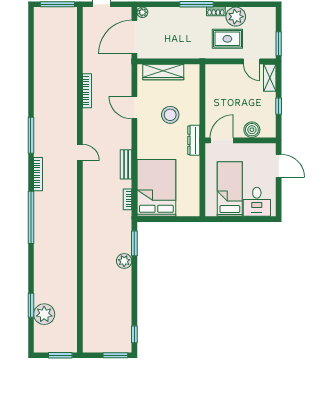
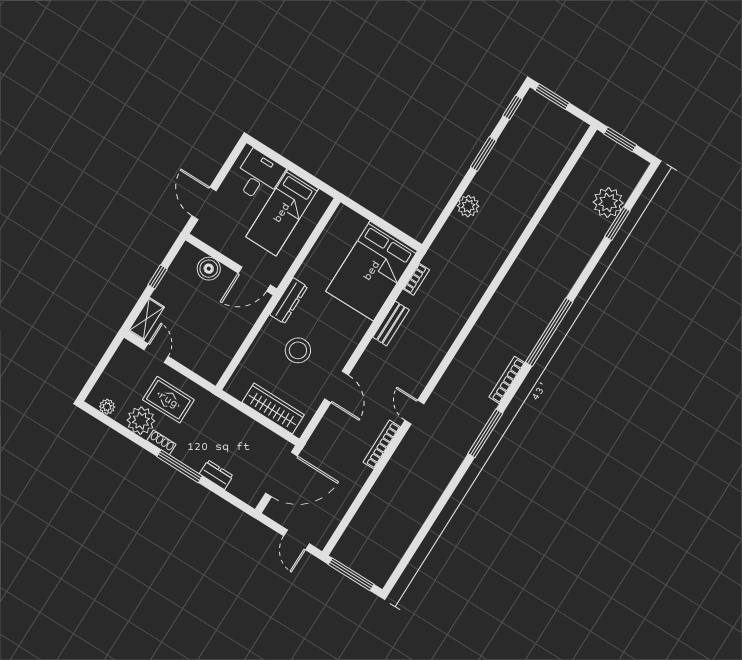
plant: (142, 12) -> (107, 407), moved
dresser: (172, 13) -> (216, 475), added
window: (279, 44) -> (109, 354), removed
door: (80, 152) -> (414, 412), moved
window: (134, 243) -> (483, 154), moved

